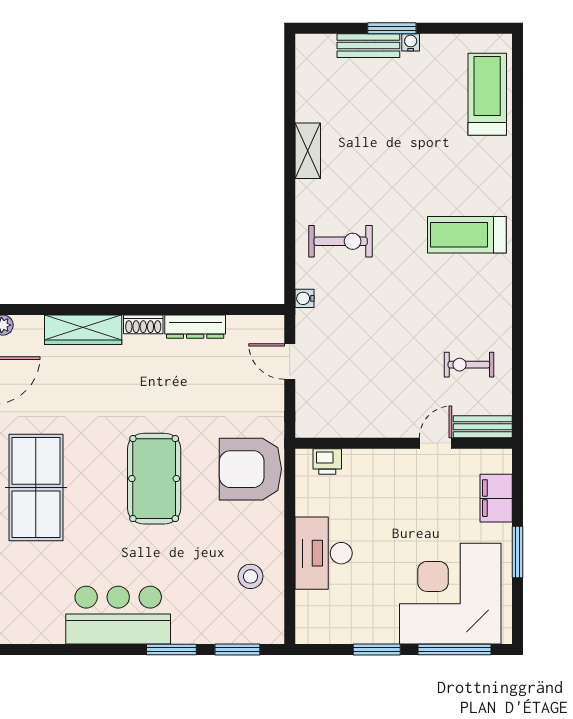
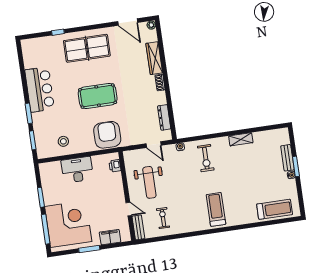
dresser: (195, 327) -> (164, 117), moved
door: (290, 362) -> (154, 145), swing flipped
weight bench: (379, 385) -> (149, 182), added

